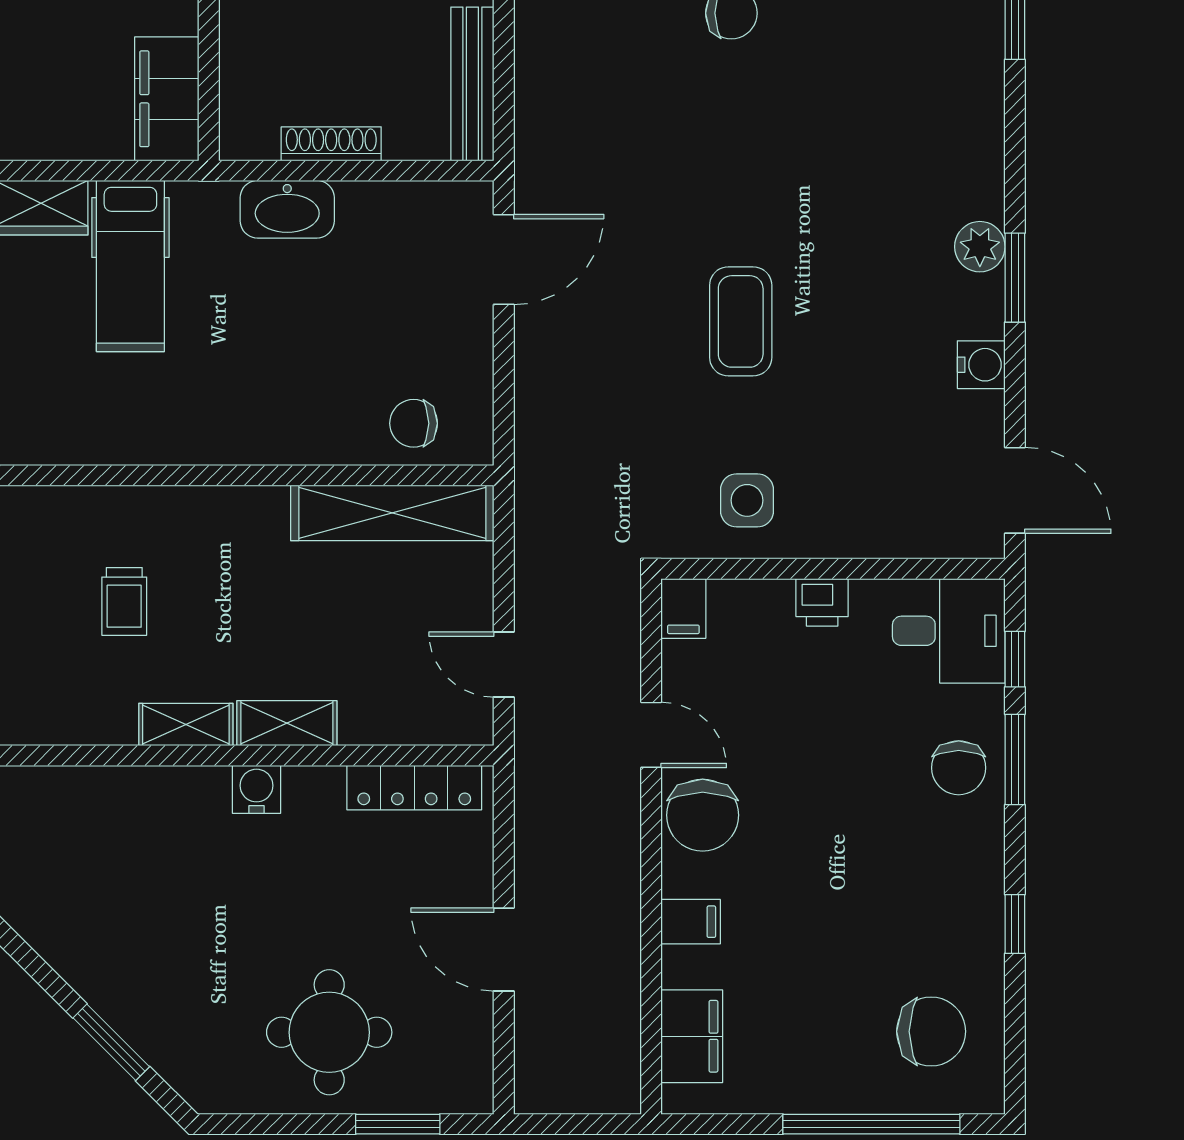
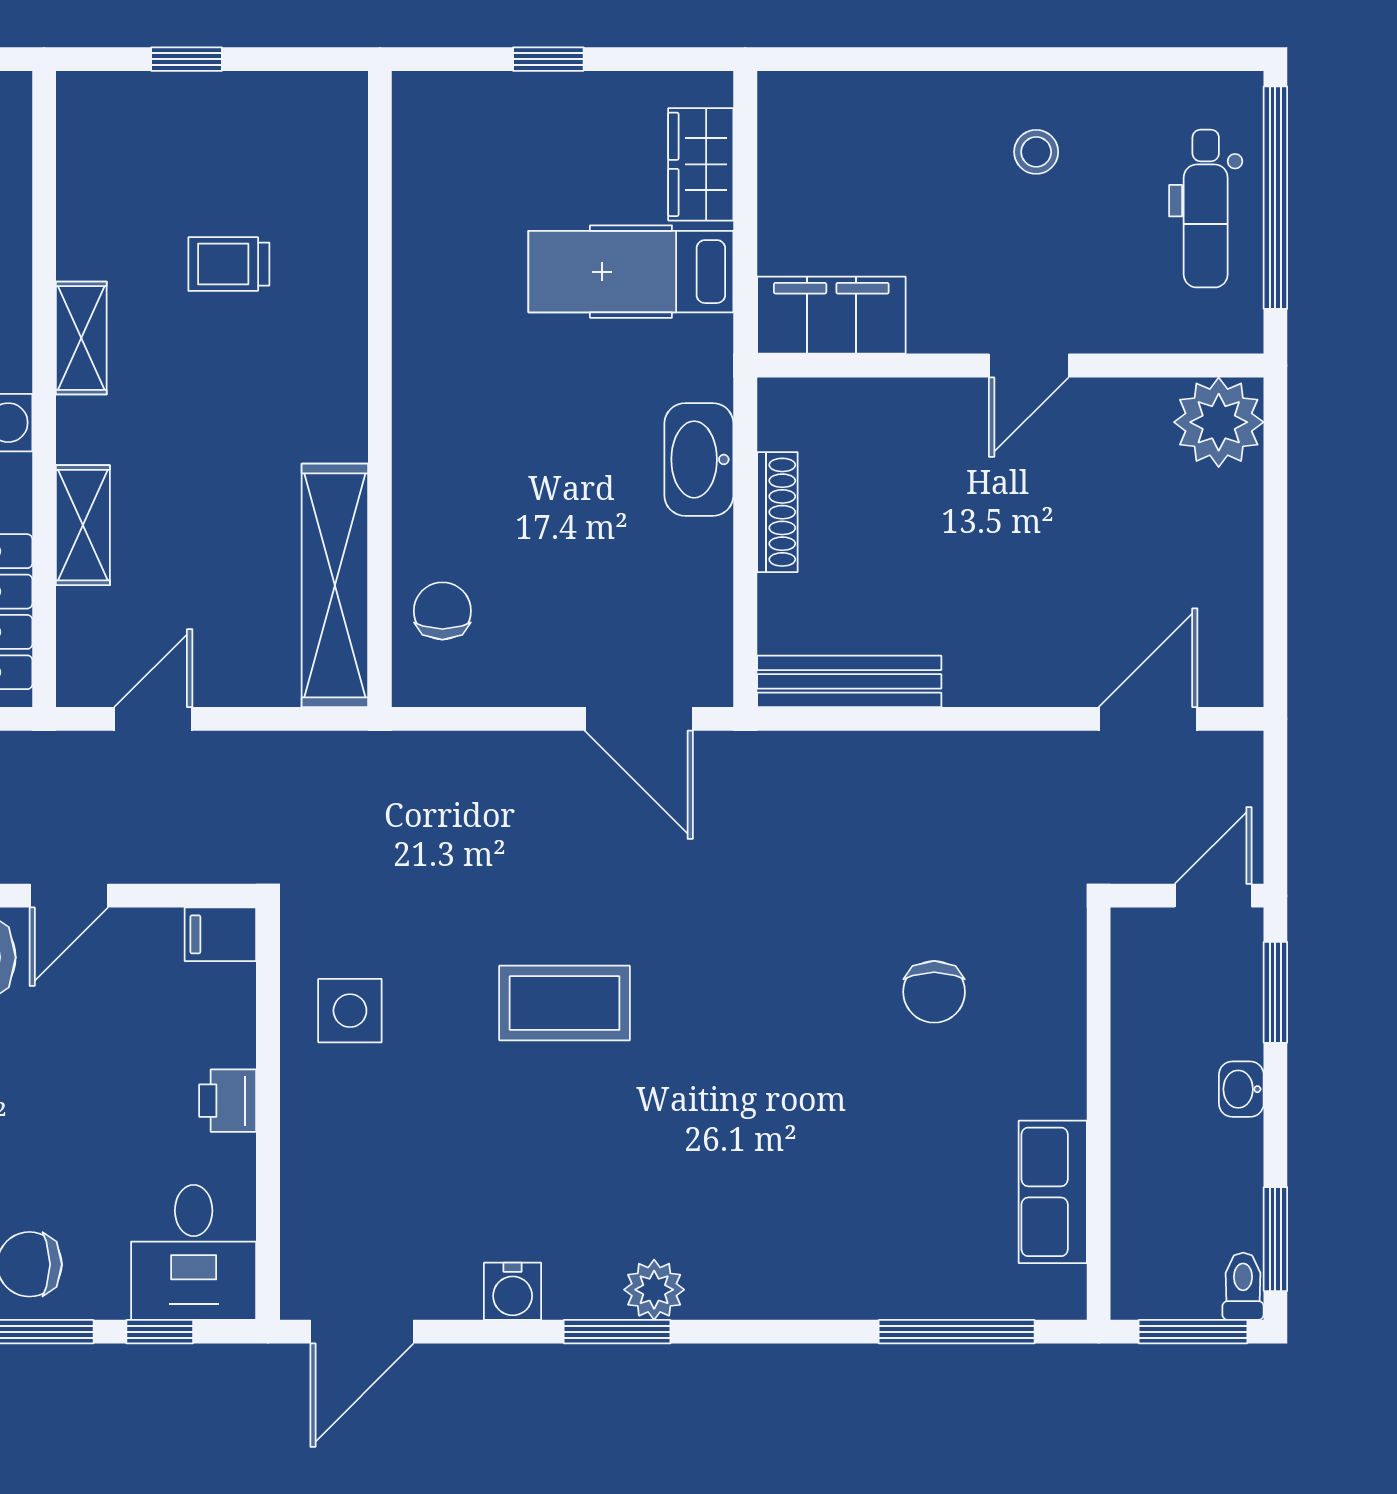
shelving: (287, 723) -> (83, 525), moved

